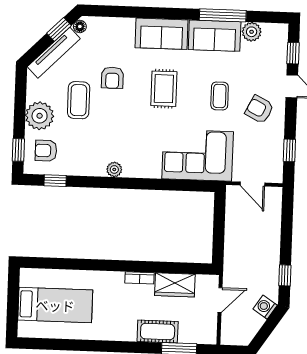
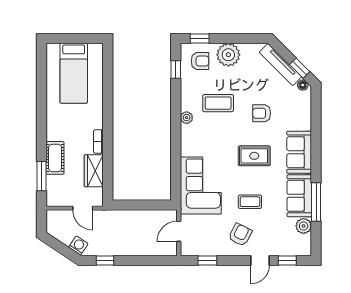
coffee table: (79, 100) -> (218, 103), moved
armchair: (46, 151) -> (200, 61), turned 90

